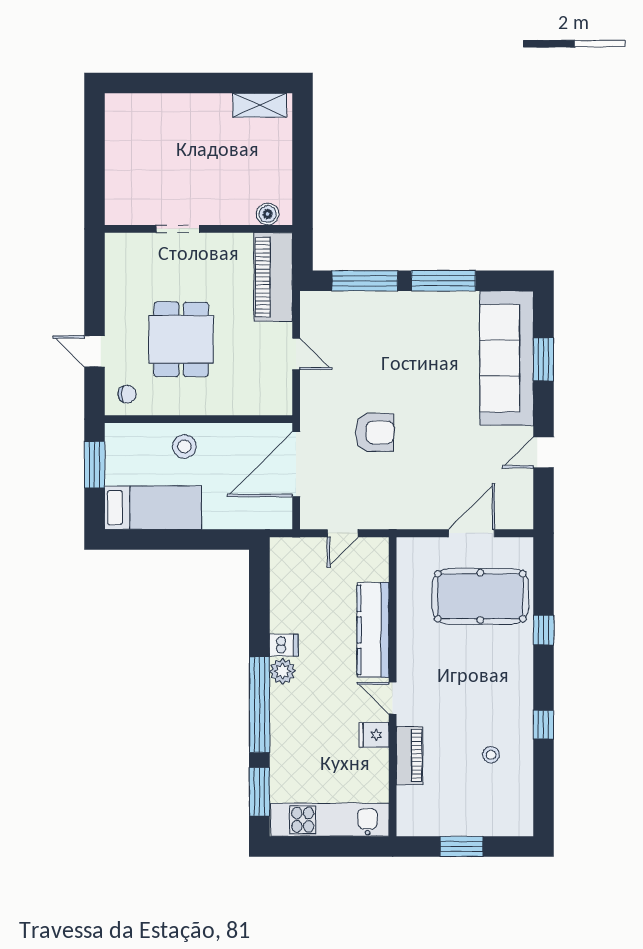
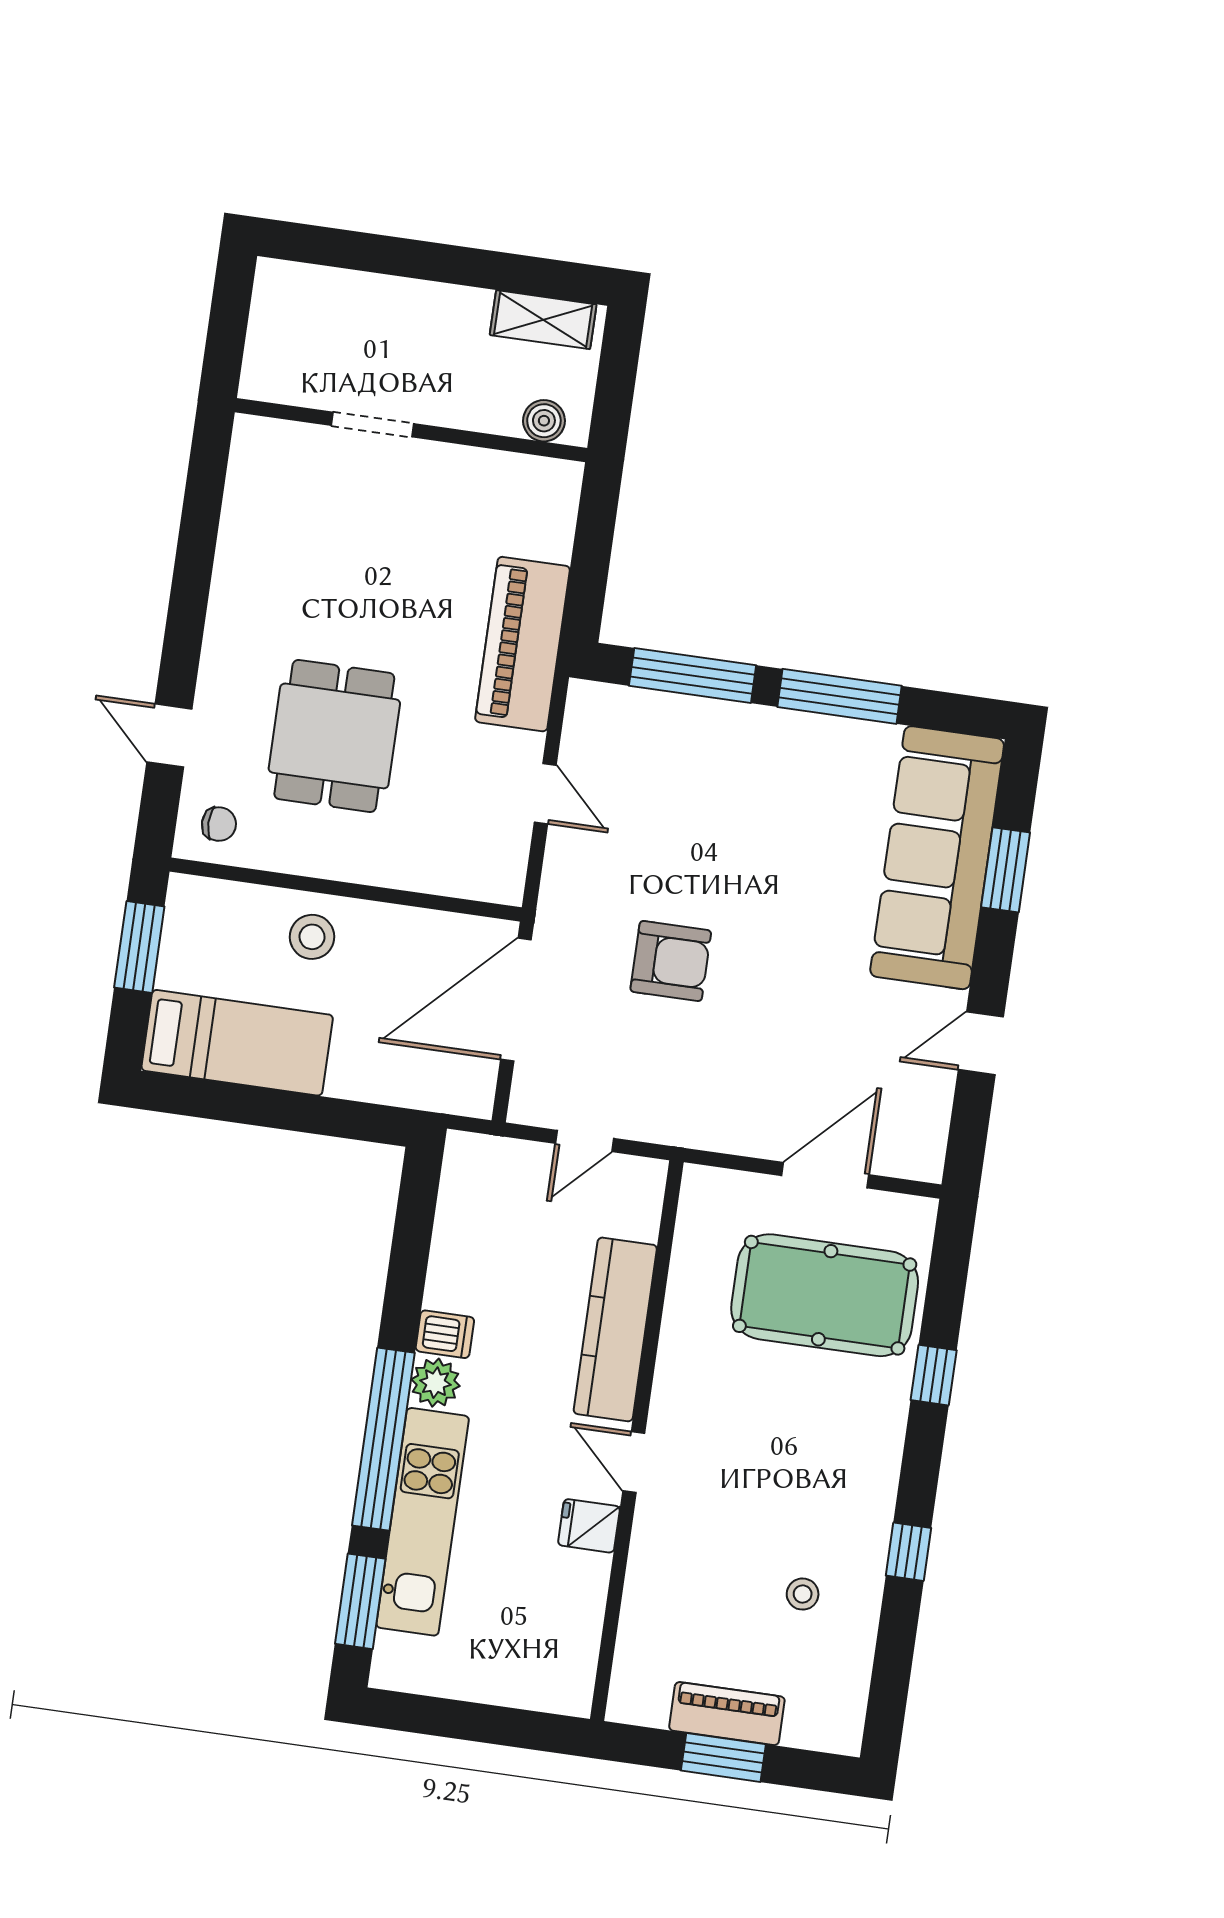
boiler: (268, 214) -> (544, 421), moved
doorway: (178, 229) -> (372, 425), moved
wall: (199, 229) -> (411, 430), moved
piano: (409, 756) -> (727, 1714), moved, turned -90
kitchen unit: (330, 820) -> (423, 1522), moved, turned 90

